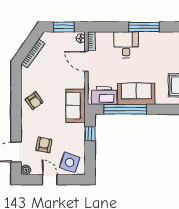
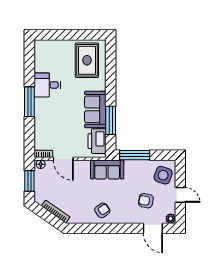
desk: (126, 45) -> (47, 85), moved
door: (86, 61) -> (63, 159), hinge flipped
window: (125, 109) -> (111, 120), width x0.68
window: (90, 134) -> (135, 155), width x2.17
door: (50, 180) -> (180, 195), swing flipped

